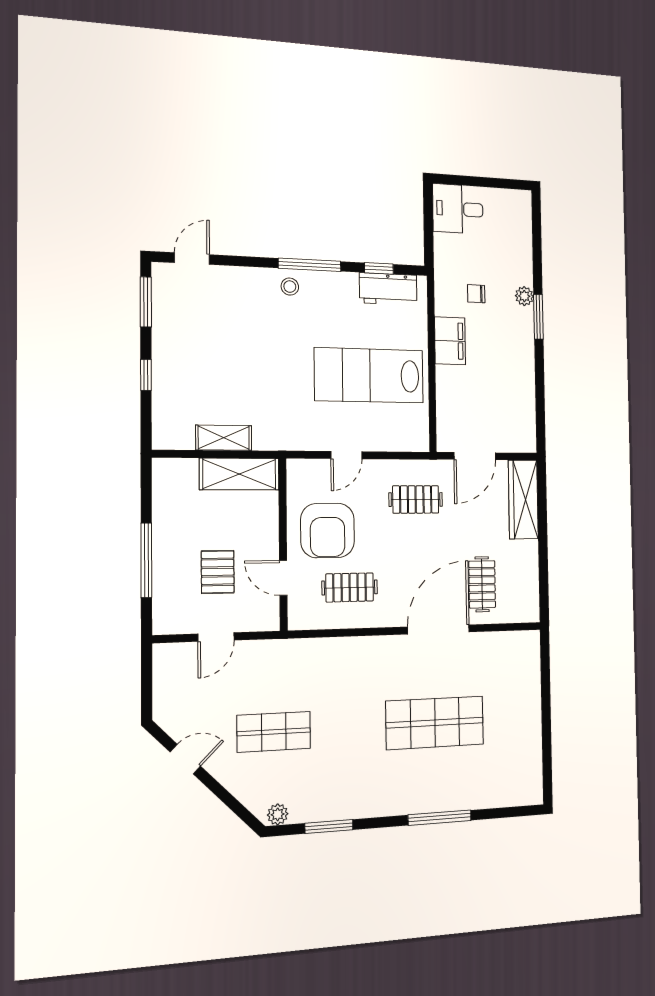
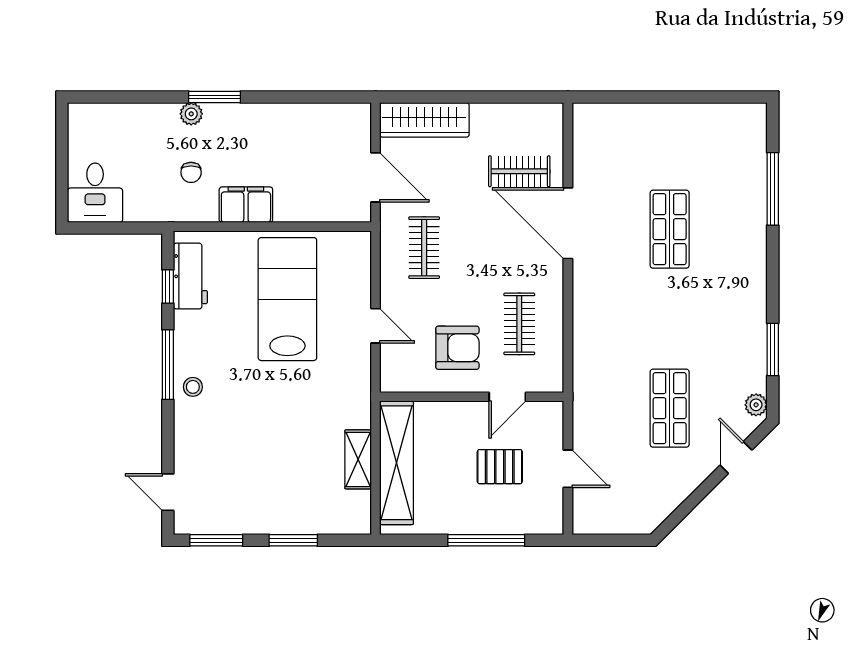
window: (146, 375) -> (293, 540), width x1.50
lab bench: (369, 375) -> (287, 299), turned 180
shelving: (239, 474) -> (397, 463), width x1.47
armchair: (328, 531) -> (457, 348), width x0.73, depth x0.73
shop shelf: (435, 723) -> (670, 229), width x0.70, depth x0.74
door: (185, 759) -> (736, 458), moved
window: (440, 818) -> (773, 189), moved

